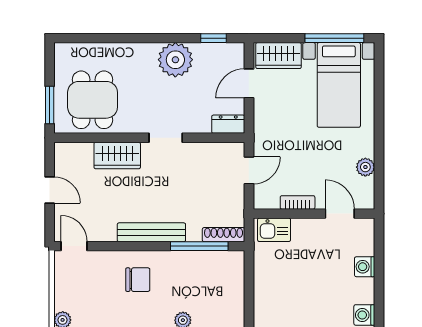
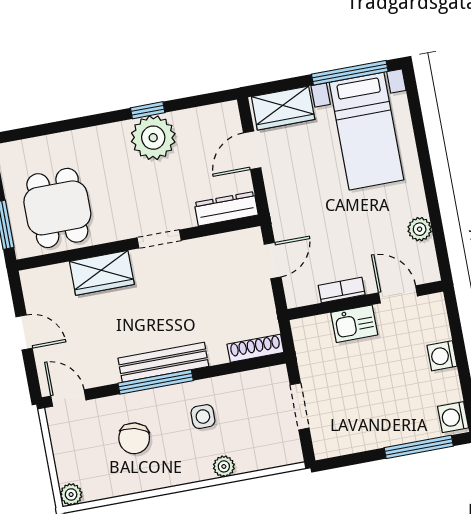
window: (214, 38) -> (148, 110), moved
dresser: (228, 124) -> (226, 209), width x1.44
kitchen sink: (274, 230) -> (354, 324), moved
window: (199, 246) -> (156, 382), moved
side table: (174, 279) -> (203, 417), added
chair: (138, 280) -> (134, 438), moved, turned 104
doorway: (249, 285) -> (300, 406), added

